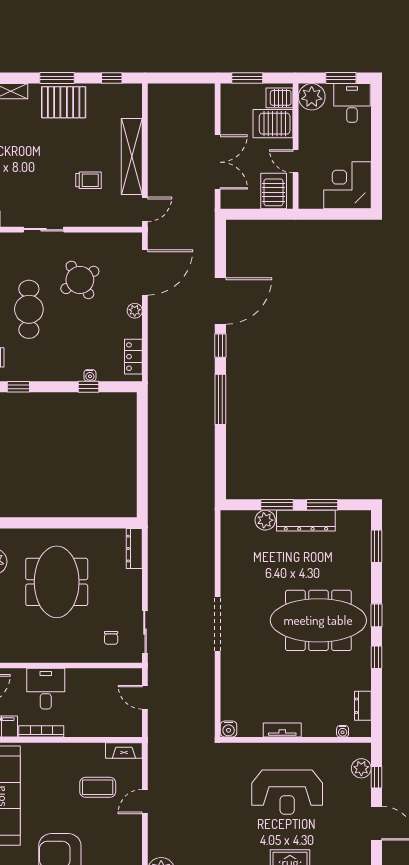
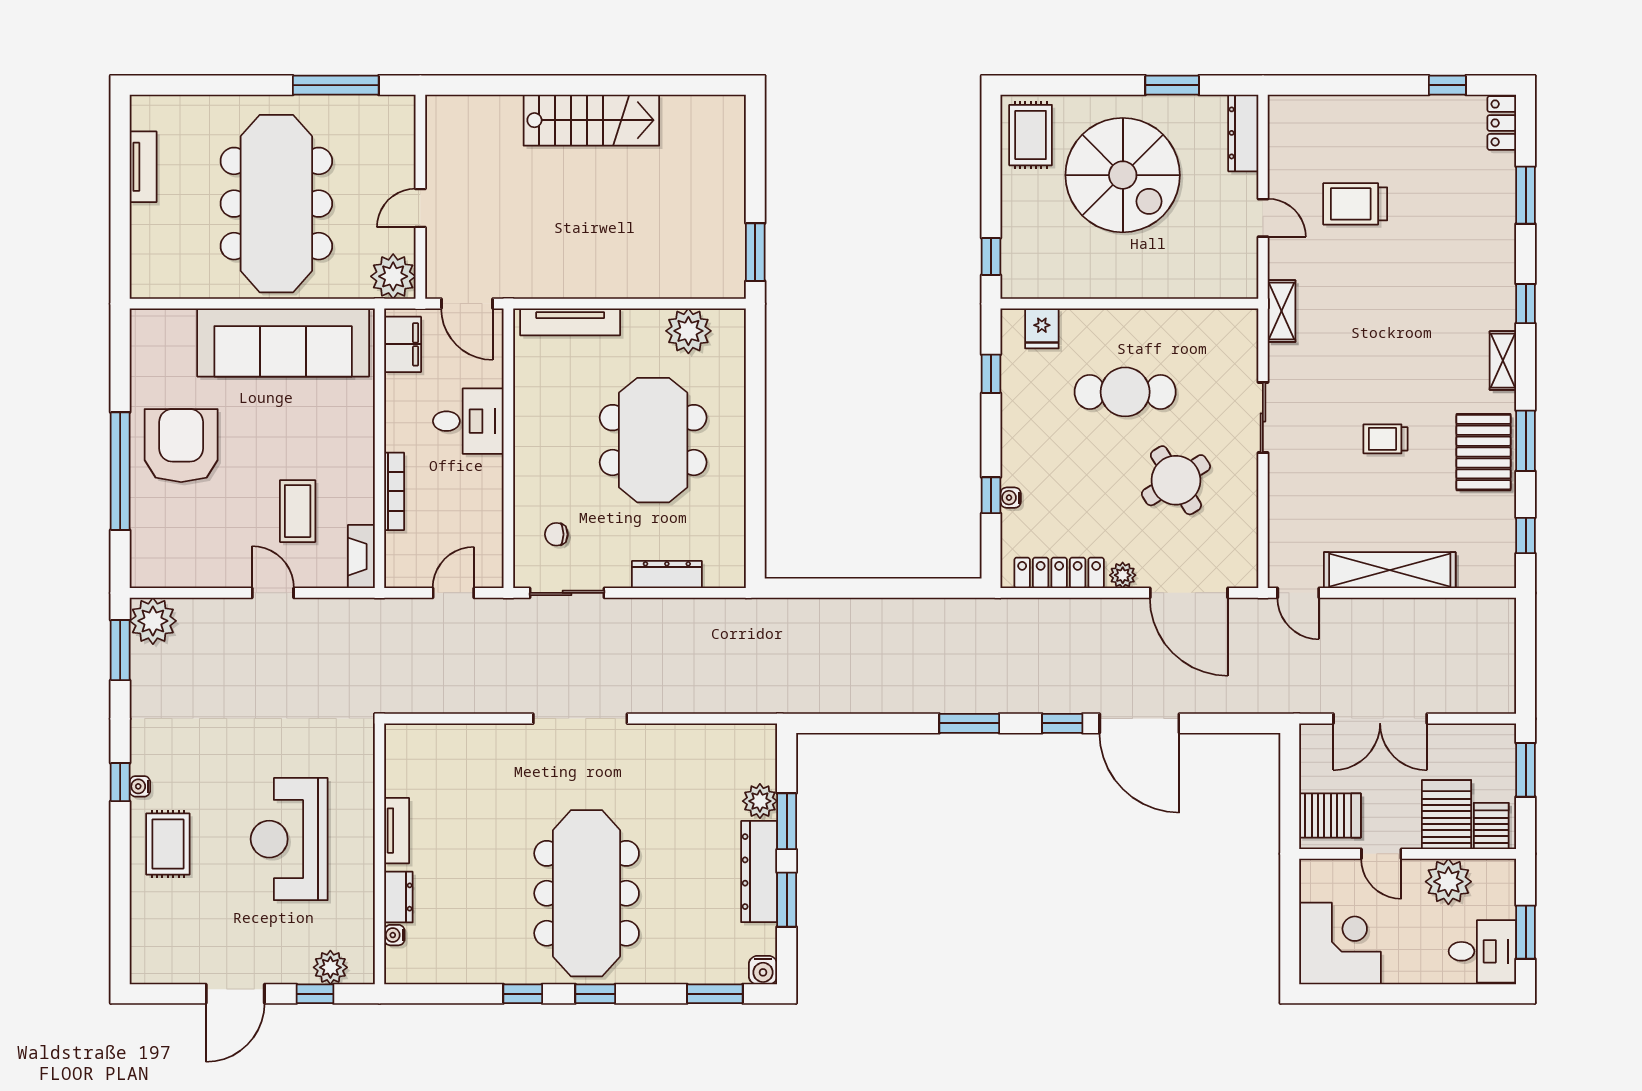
plant: (312, 97) -> (1448, 882), moved
door: (296, 161) -> (1381, 854), swing flipped
trolley: (89, 180) -> (1386, 439), moved, turned 90
locker: (133, 357) -> (1059, 573), width x1.53
window: (220, 399) -> (969, 723), width x0.69
dresser: (134, 549) -> (667, 575), moved
meeting table: (57, 582) -> (653, 440), turned 90
dresser: (363, 706) -> (398, 897), moved, turned 90
water cooler: (229, 729) -> (763, 970), moved, turned -90
bookcase: (41, 731) -> (394, 491), moved

